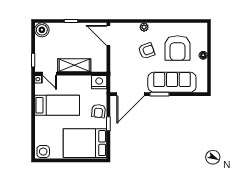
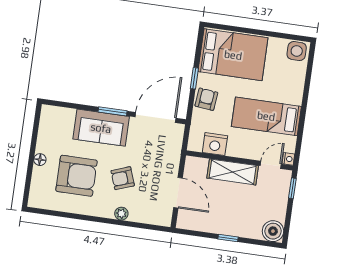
door: (108, 35) -> (178, 193), moved
armchair: (177, 48) -> (76, 176), turned 90
door: (50, 74) -> (271, 165), hinge flipped
nightstand: (99, 82) -> (215, 144), moved
sofa: (172, 82) -> (101, 128), width x0.73

